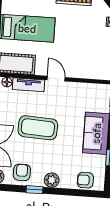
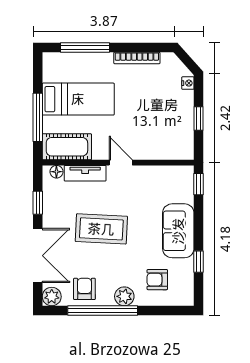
armchair: (85, 180) -> (157, 280), moved
window: (34, 190) -> (103, 311), width x3.17

